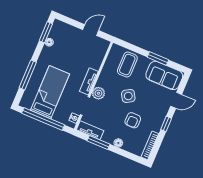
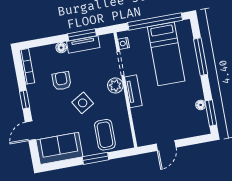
window: (158, 58) -> (96, 158), moved
tv unit: (90, 130) -> (83, 44), moved

